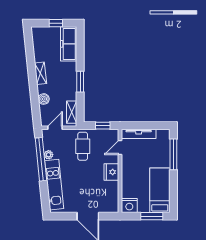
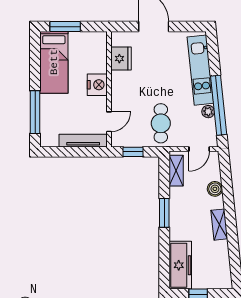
fridge: (111, 172) -> (121, 59), moved
nightstand: (129, 205) -> (97, 85), moved, turned 90

